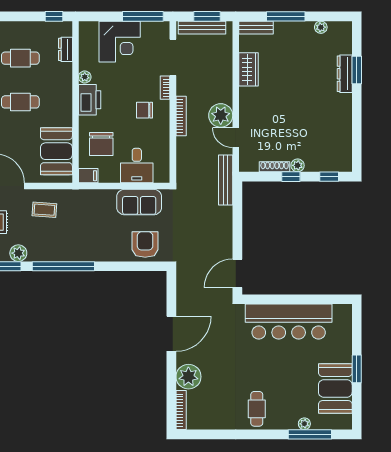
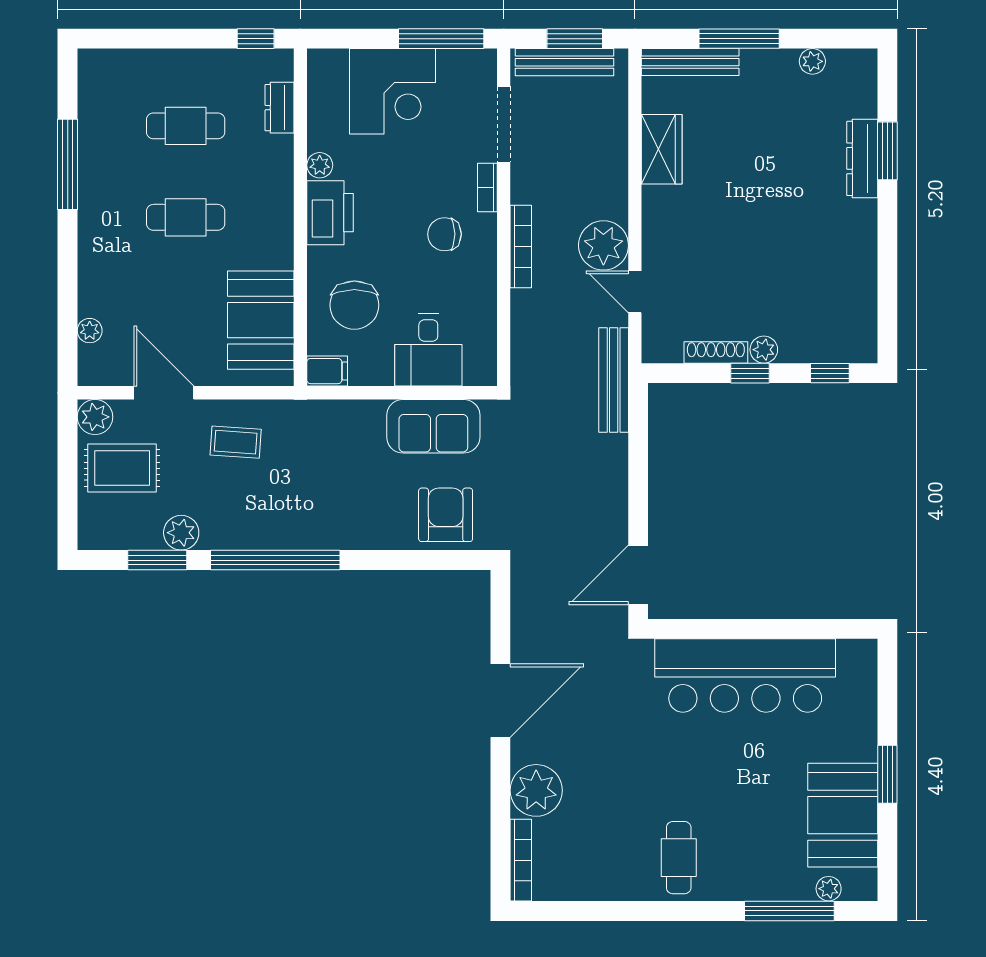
bench: (256, 28) -> (690, 62), width x1.36
plant: (304, 424) -> (829, 889), moved

